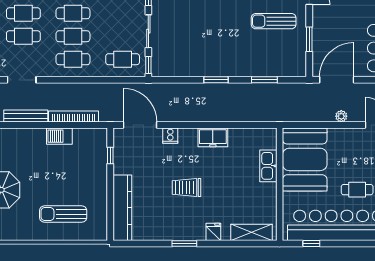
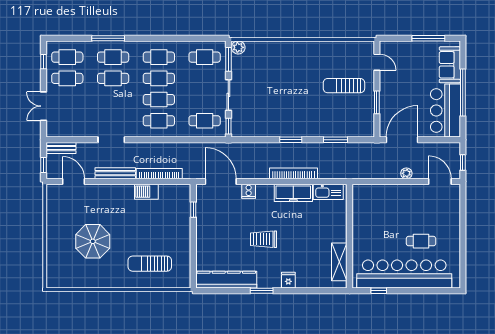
cafe table: (23, 36) -> (113, 100), removed
bookcase: (219, 116) -> (294, 173), added
freezer: (213, 137) -> (293, 193), width x1.40
booth: (305, 159) -> (373, 213), removed
kitchen sink: (268, 166) -> (328, 192), moved, turned -90
kitchen counter: (122, 208) -> (226, 280), moved, turned -90
shelving: (252, 232) -> (339, 262), moved, turned 90

